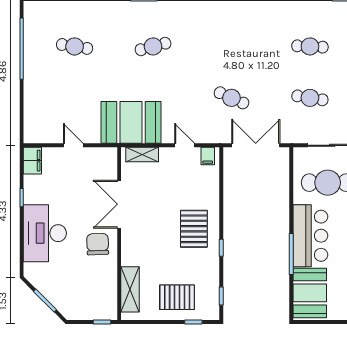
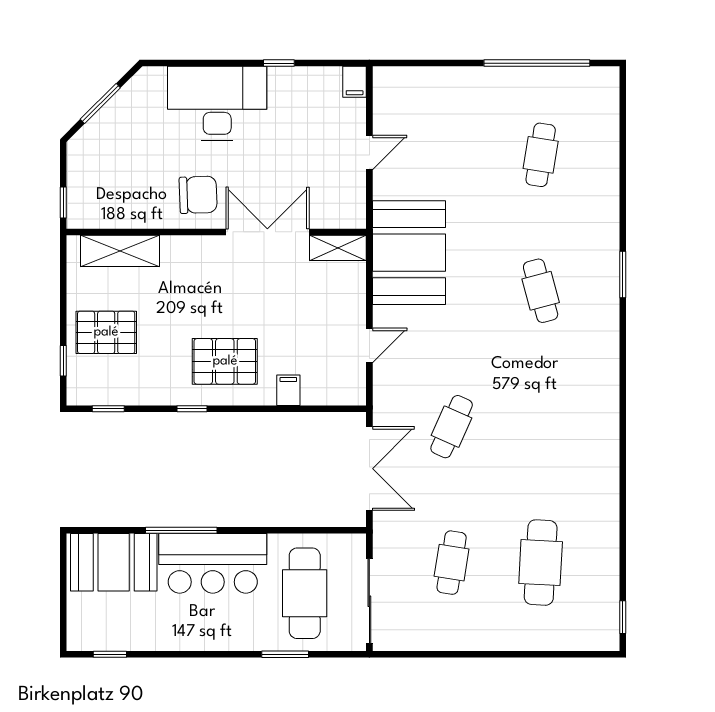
cafe table: (310, 46) -> (541, 563), width x1.37, depth x1.35
shelving: (142, 154) -> (338, 248), moved, turned 90
filing cabinet: (208, 156) -> (288, 390), moved, turned 90
filing cabinet: (32, 161) -> (355, 82), width x0.50
pallet: (177, 297) -> (106, 332), turned 90

